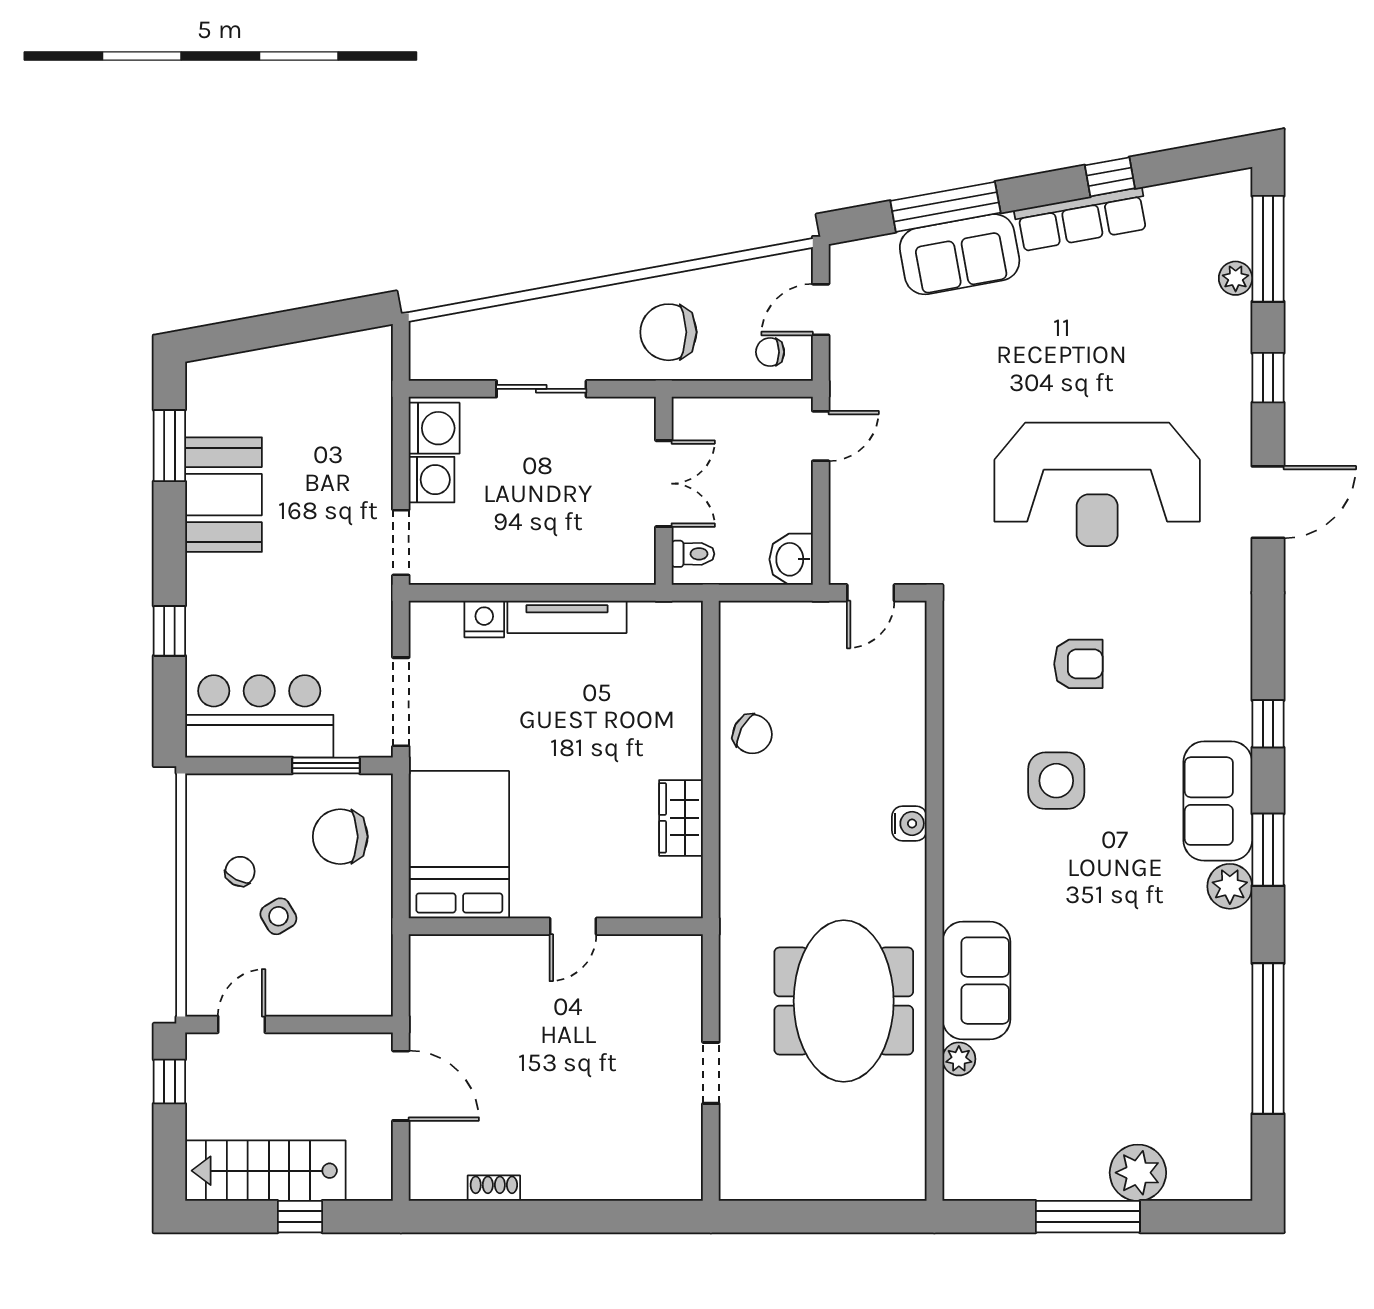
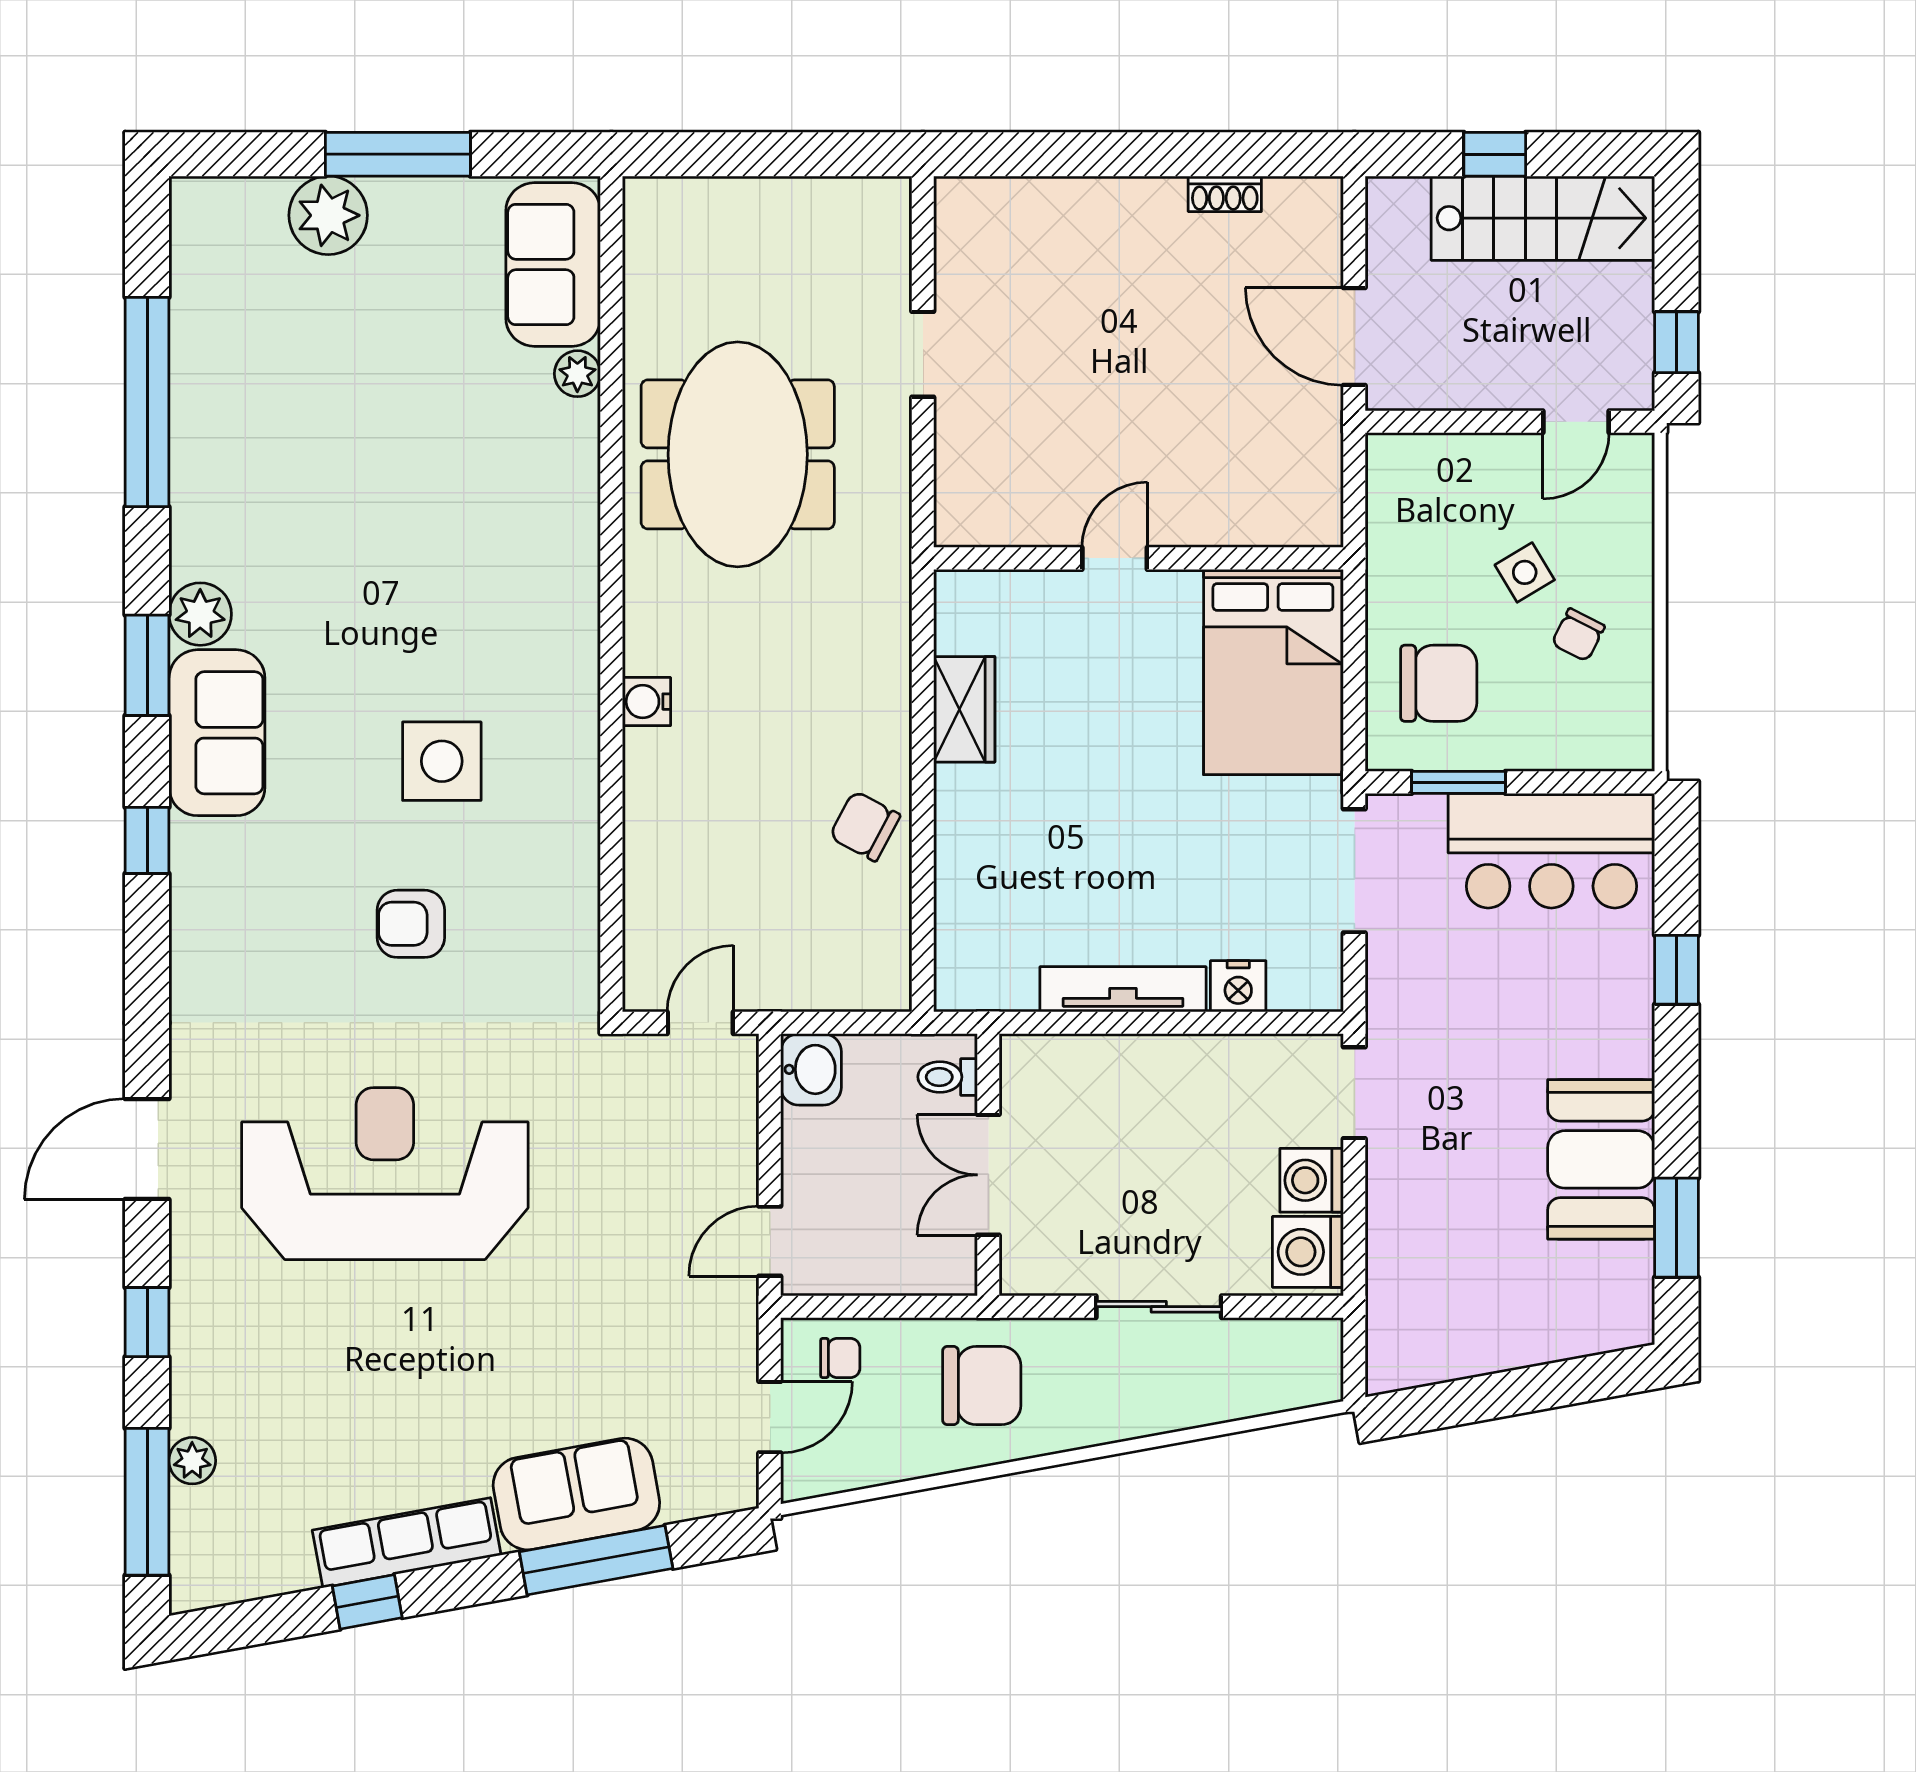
sofa: (976, 981) -> (553, 265), moved

